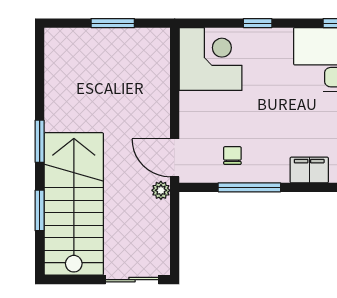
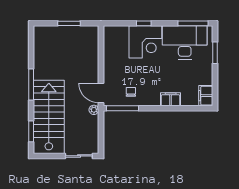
corner desk: (211, 59) -> (145, 42), moved, turned 90
window: (40, 141) -> (31, 84), width x1.44
window: (249, 187) -> (123, 108), moved
window: (40, 210) -> (31, 131), moved

